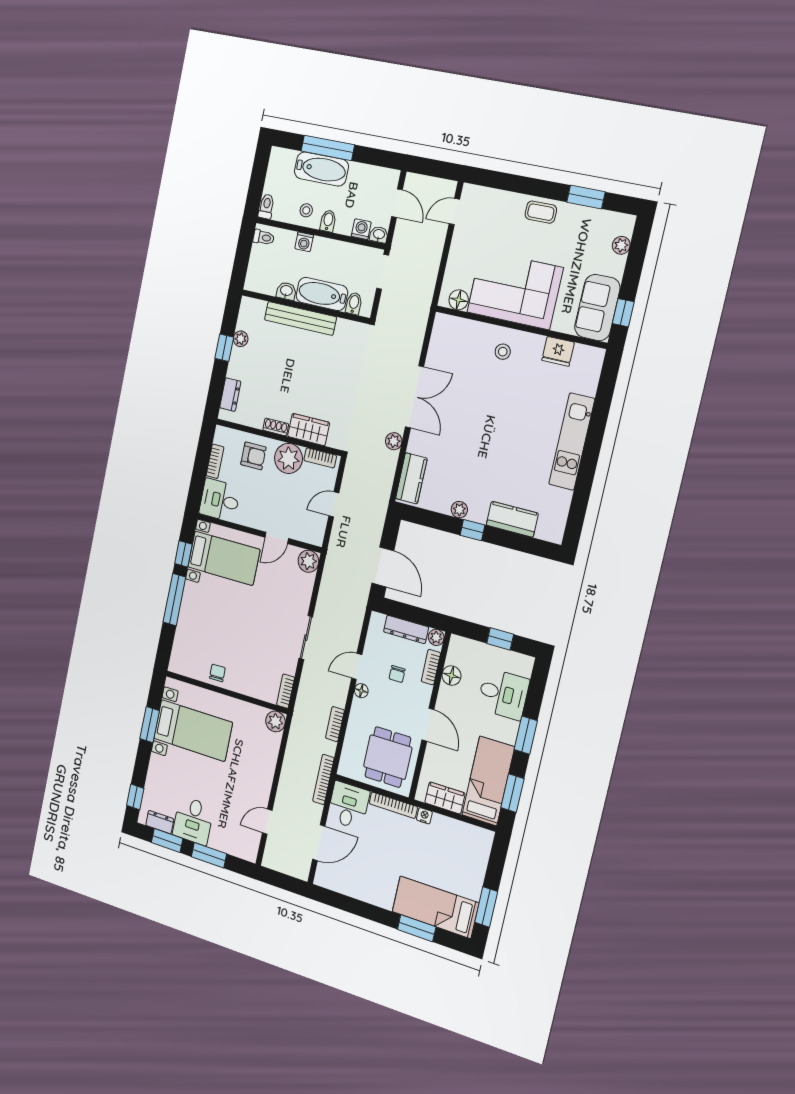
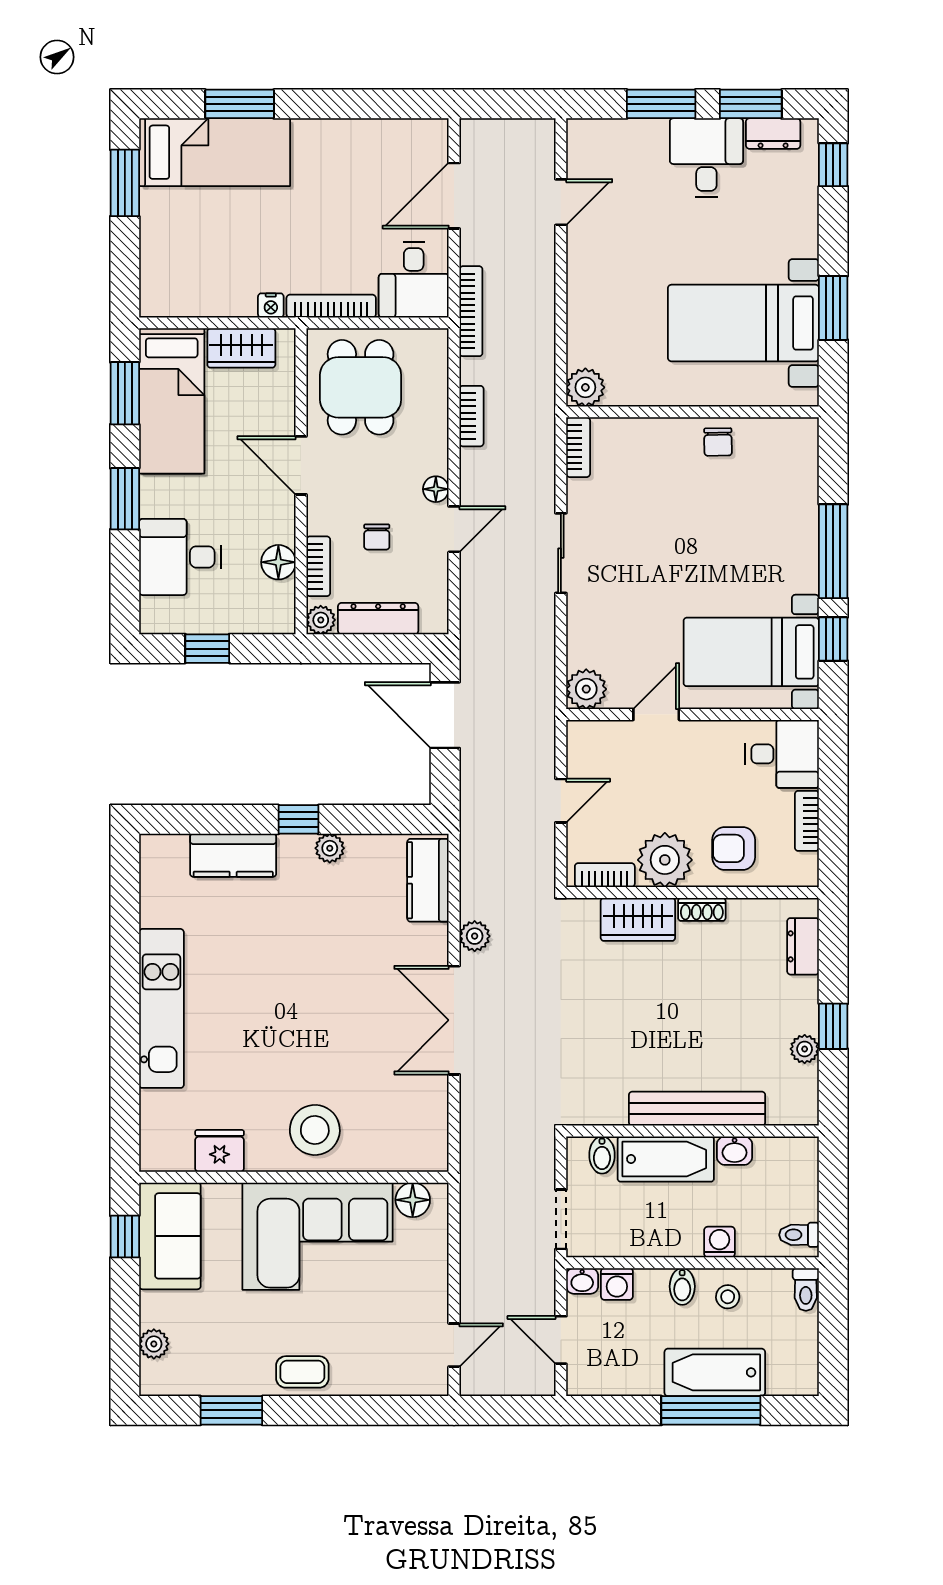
stool: (503, 352) -> (315, 1130), width x1.89, depth x1.89
chair: (397, 674) -> (377, 537), turned 180

